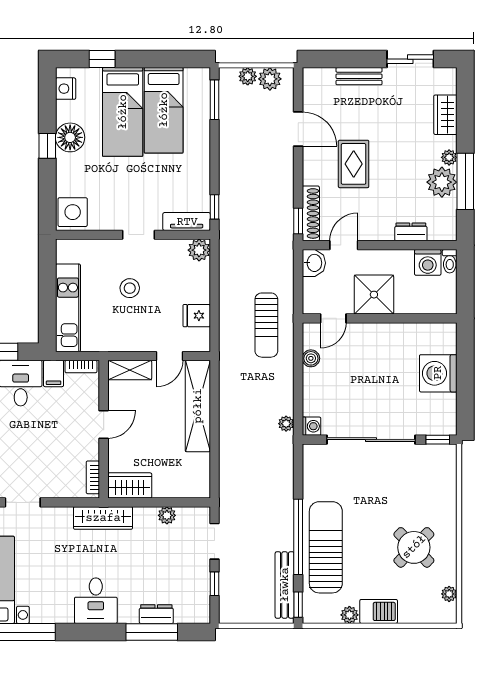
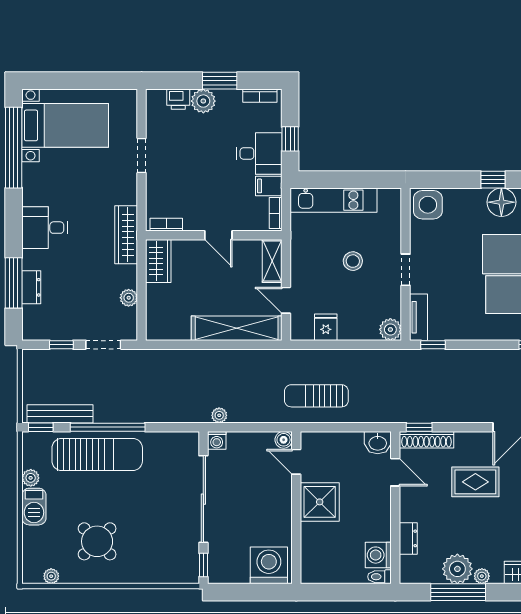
shower: (374, 295) -> (320, 502), moved
door: (333, 318) -> (296, 462), moved
wall: (380, 318) -> (296, 508), moved

